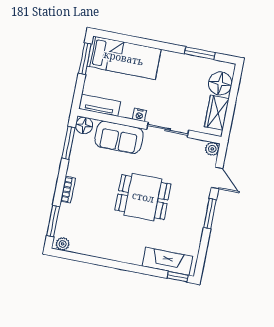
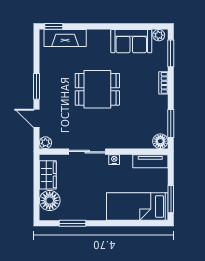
sofa: (119, 137) -> (131, 41), moved, turned 180

